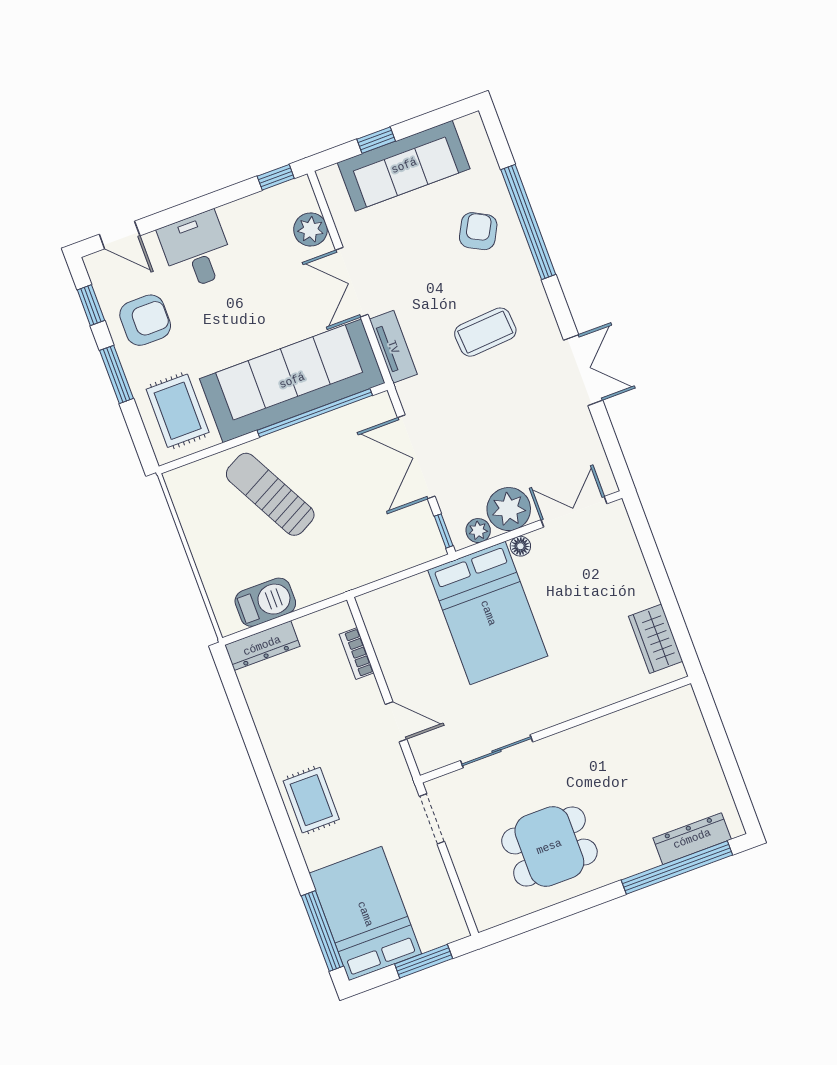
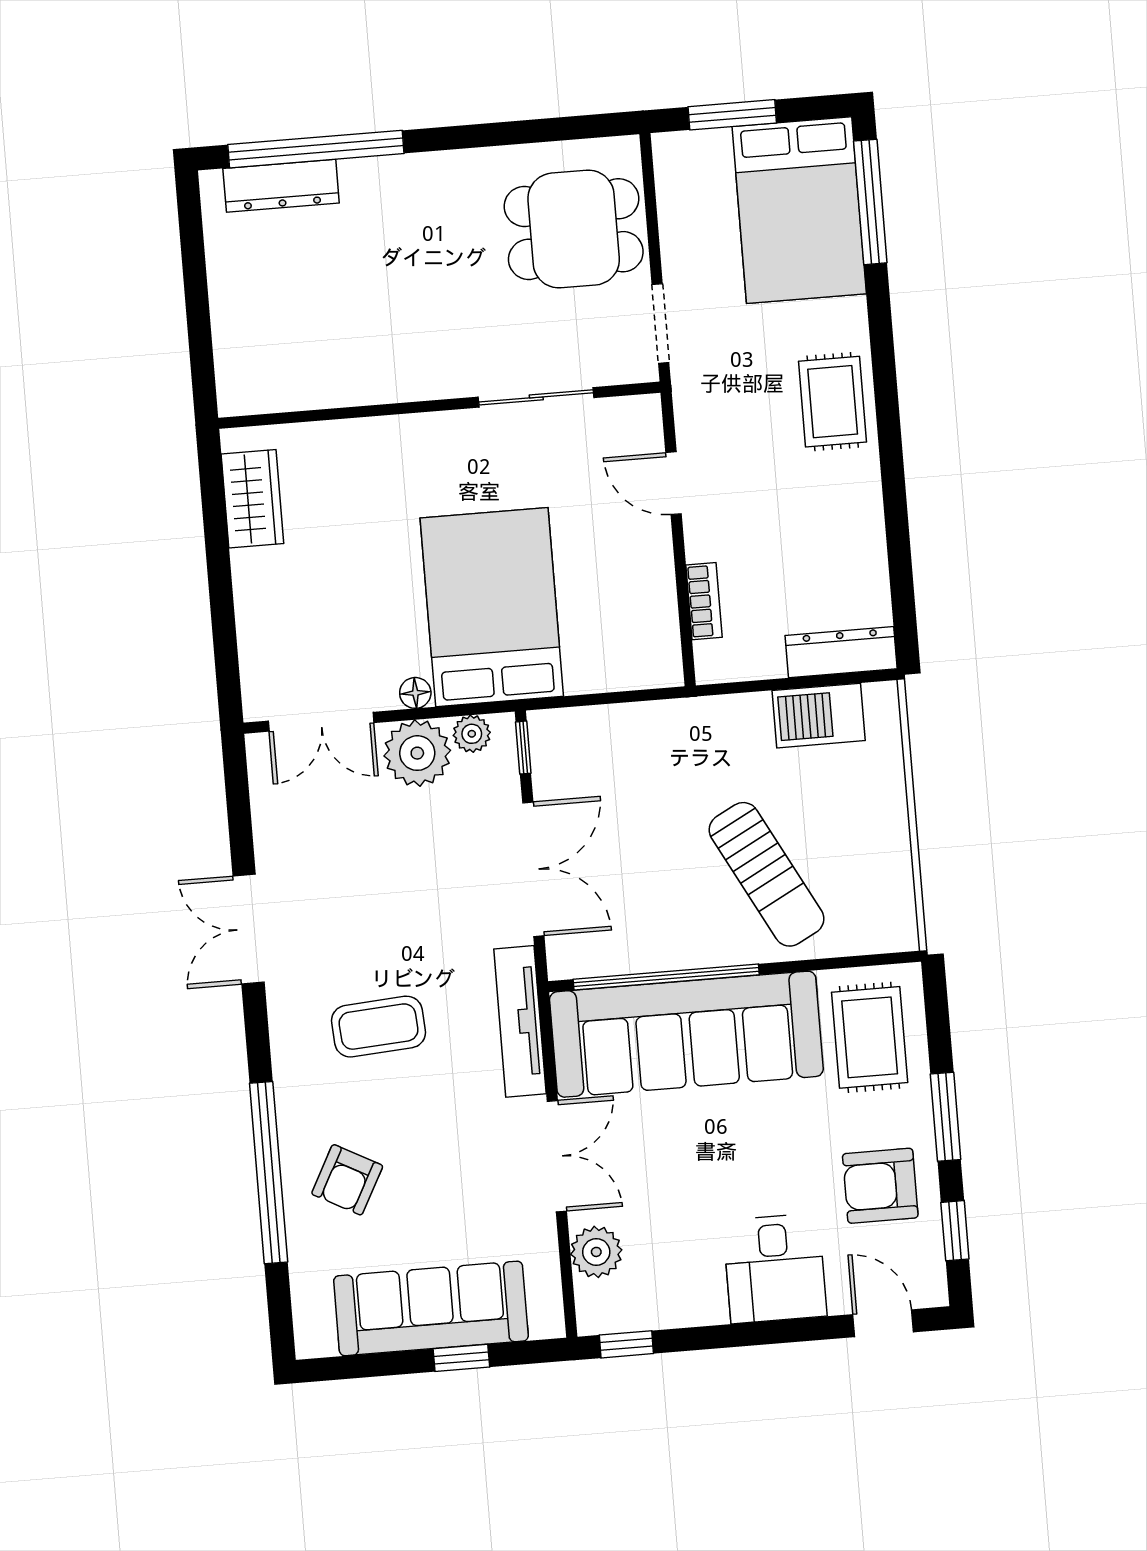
tv unit: (393, 347) -> (520, 1021), width x1.41
dining table: (549, 847) -> (574, 229), moved

